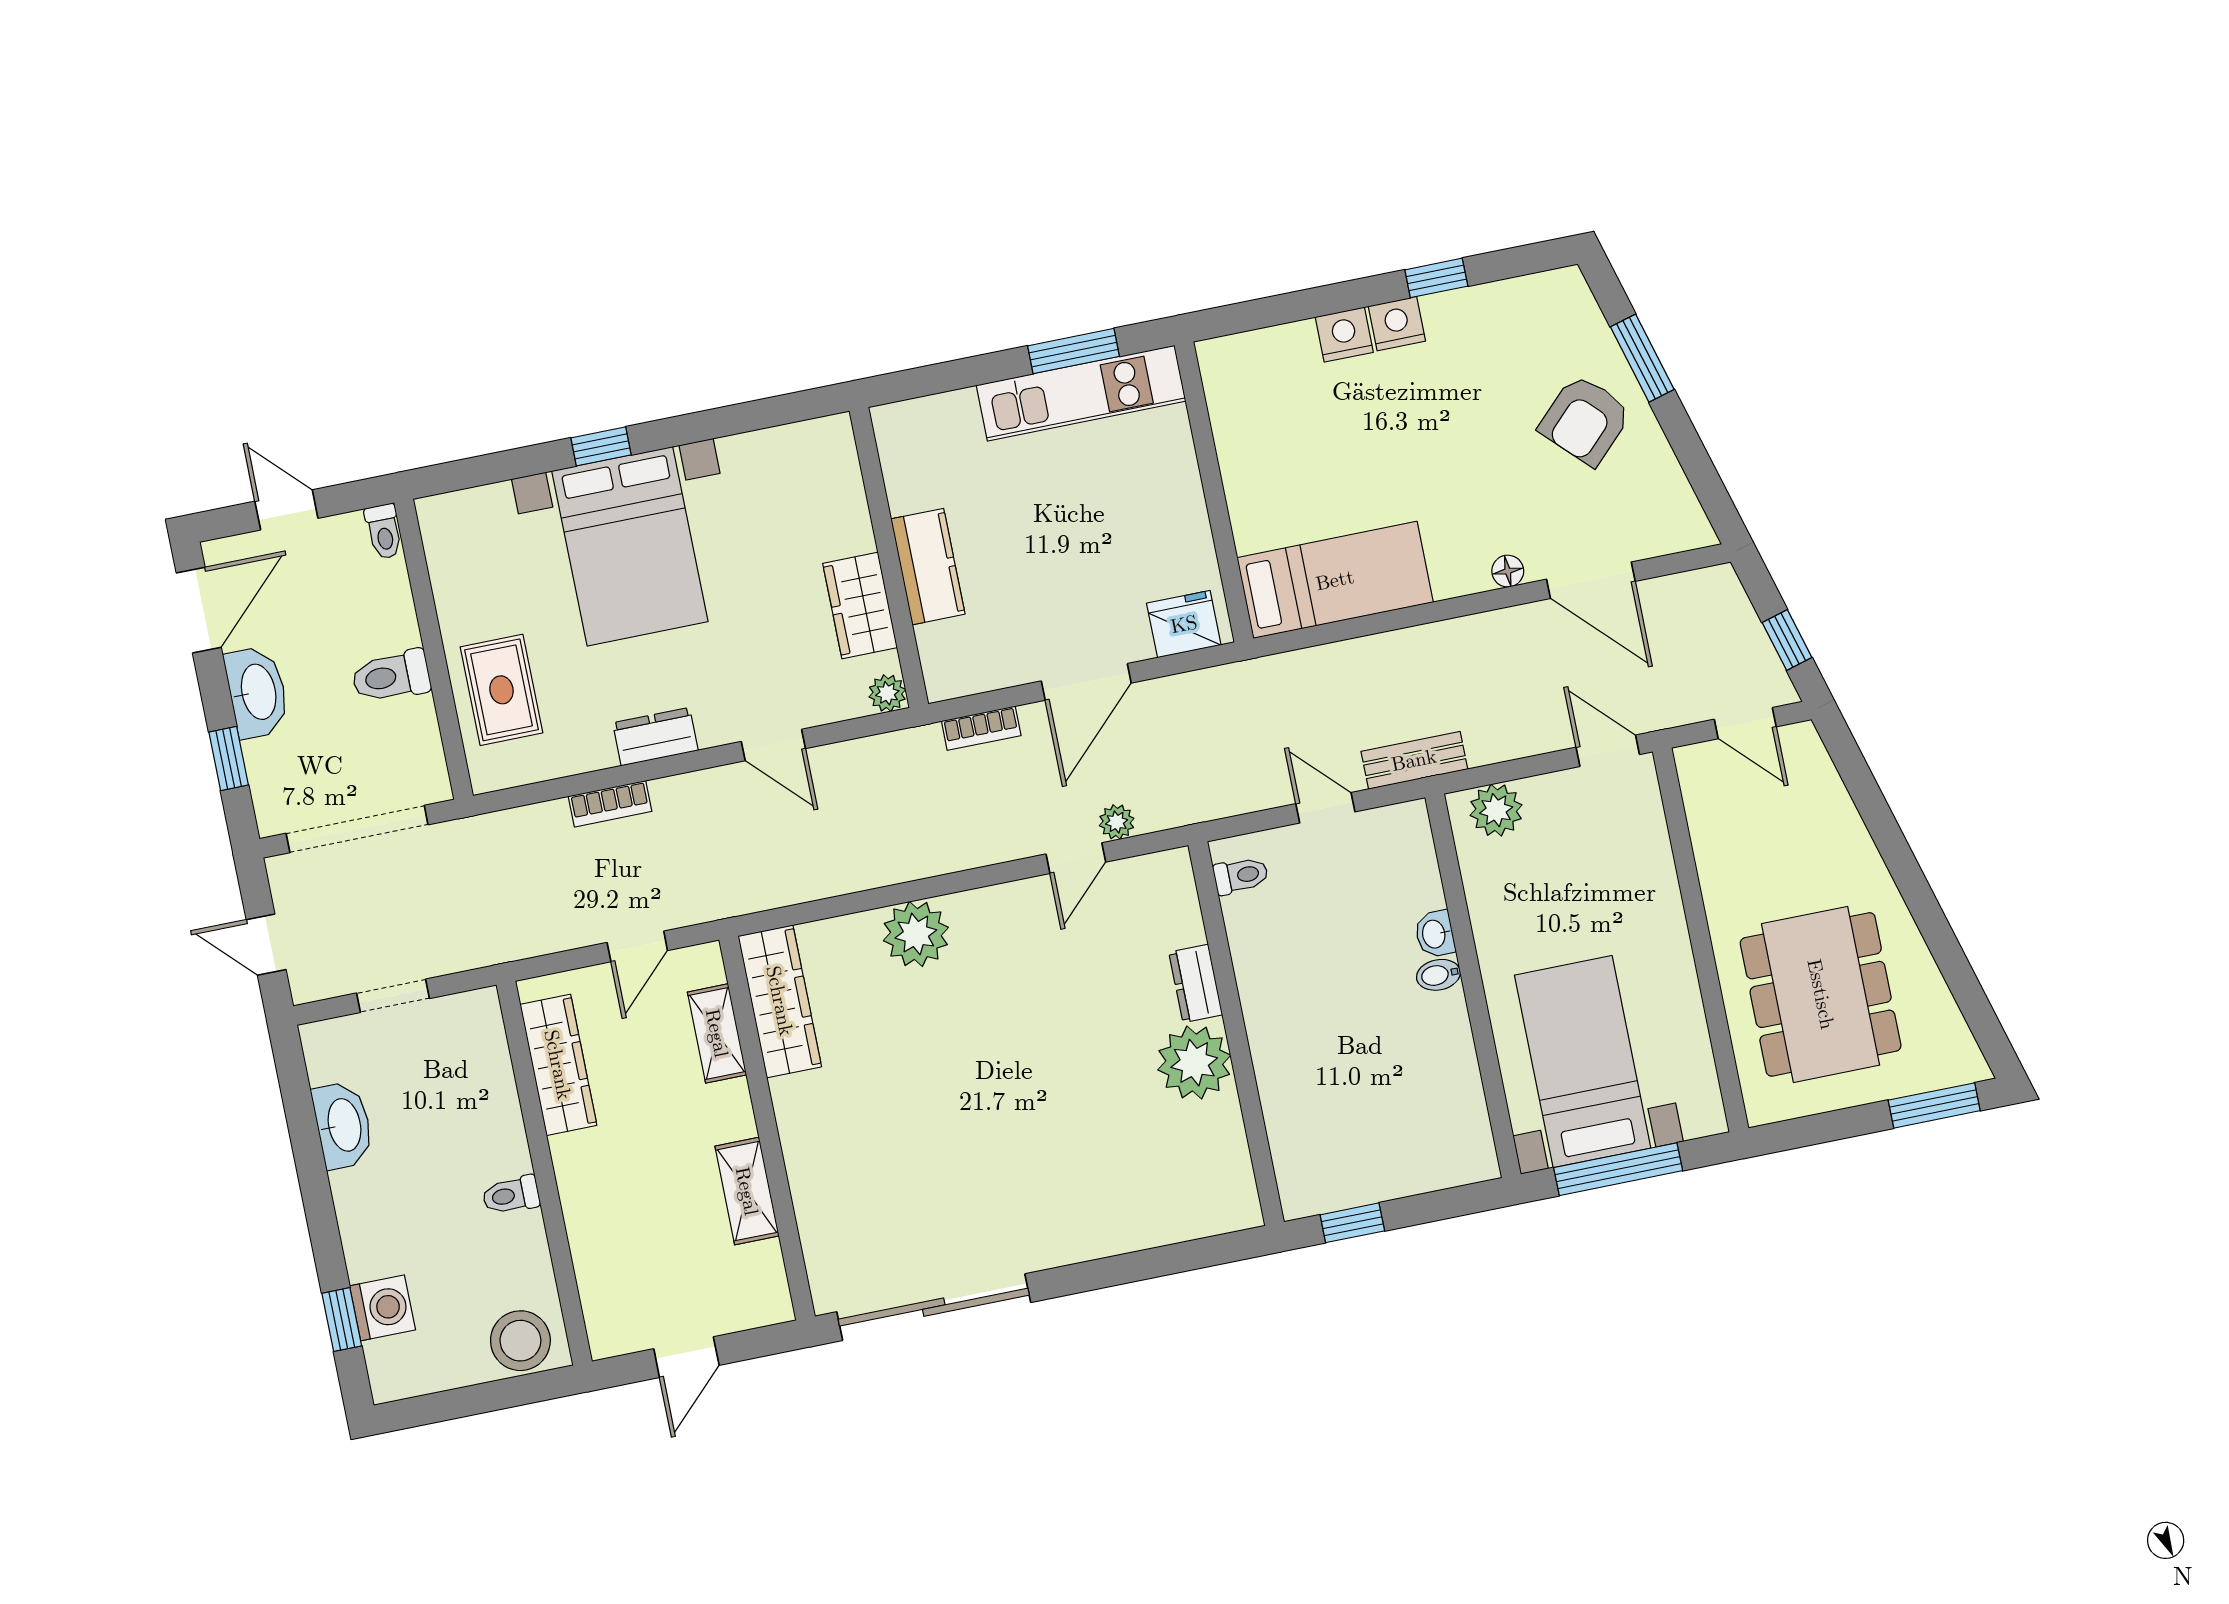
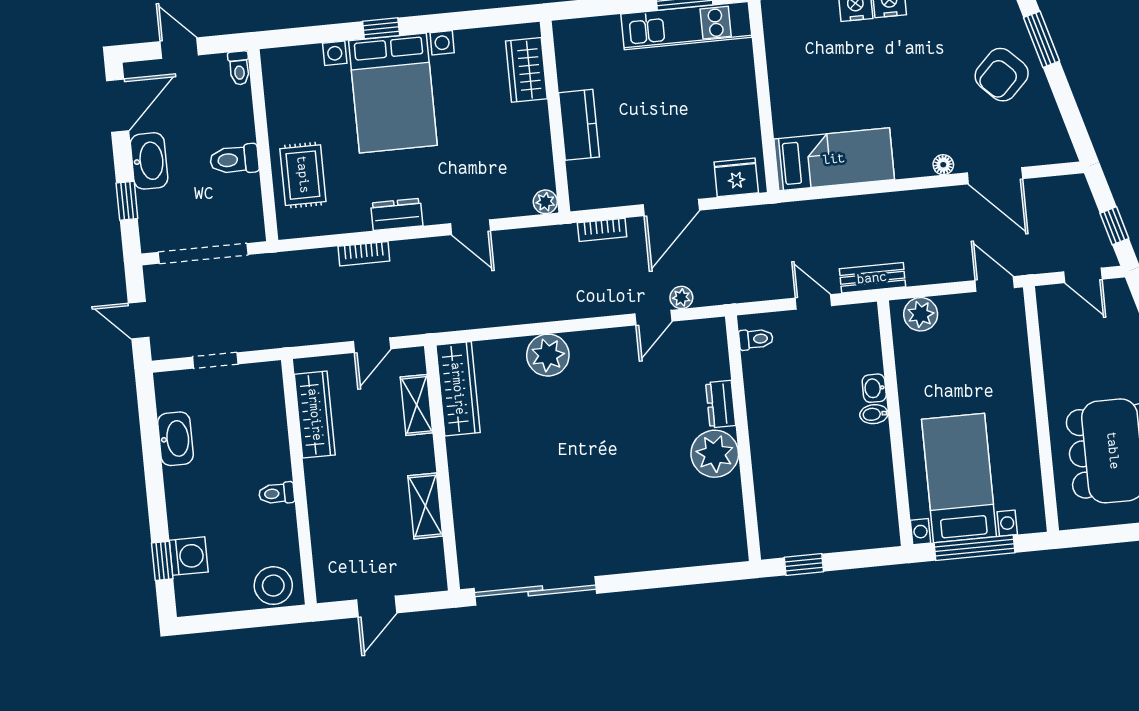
wardrobe: (860, 606) -> (526, 70), moved

